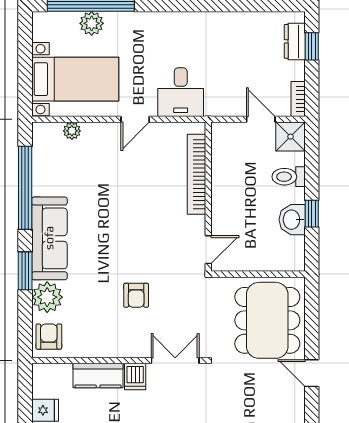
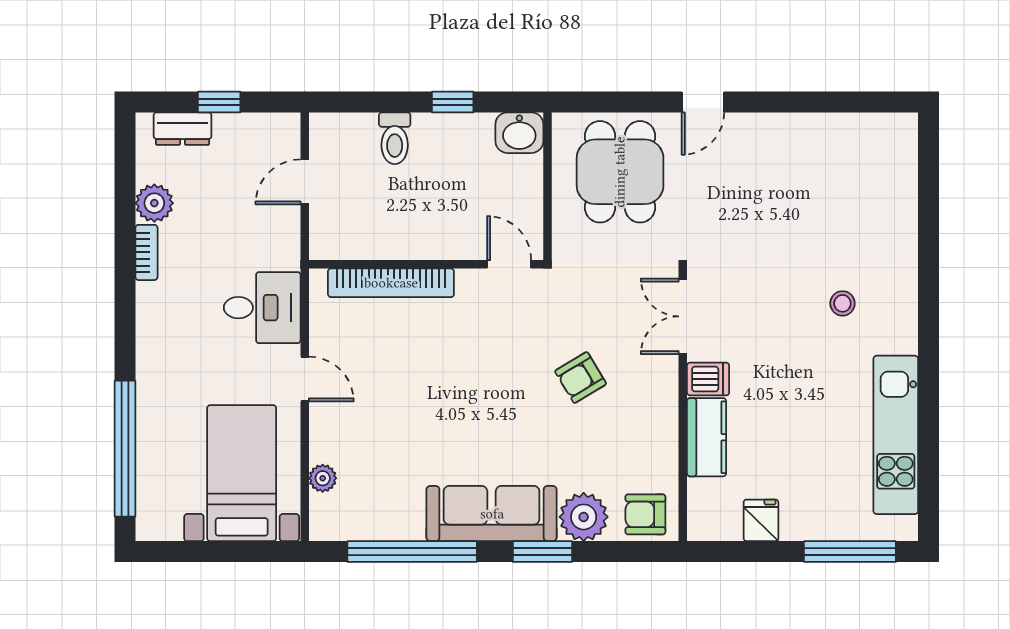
plant: (92, 23) -> (154, 203), moved
window: (312, 46) -> (219, 102), moved
bookcase: (298, 99) -> (146, 252), moved, turned -90
shower: (291, 137) -> (332, 135), removed
washbasin: (292, 220) -> (519, 133), moved
armchair: (136, 295) -> (581, 378), turned 149
dining table: (267, 320) -> (620, 172), width x0.73

